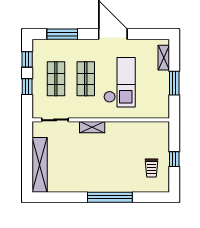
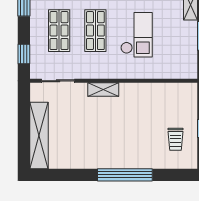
checkout: (120, 82) -> (137, 35), width x0.73, depth x0.83
window: (27, 87) -> (24, 54), moved

